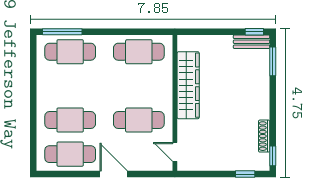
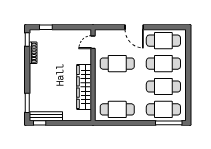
bench: (252, 42) -> (46, 116), width x1.36
cafe table: (70, 86) -> (163, 87), added
door: (175, 152) -> (93, 42), swing flipped

